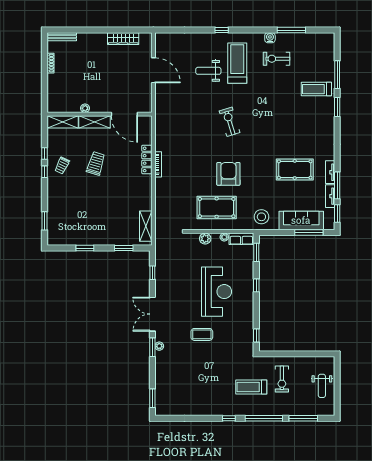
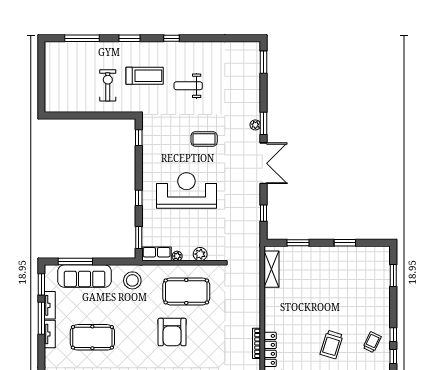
reception desk: (216, 292) -> (186, 190), turned 90
weight bench: (322, 386) -> (188, 86), moved, turned -90
window: (264, 418) -> (129, 38), width x0.47

